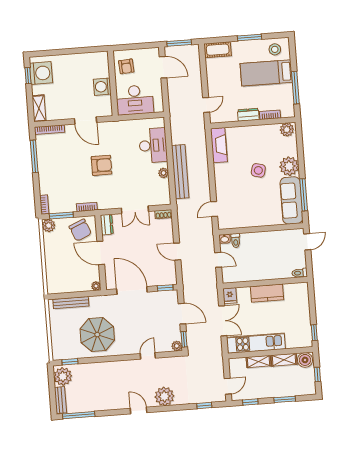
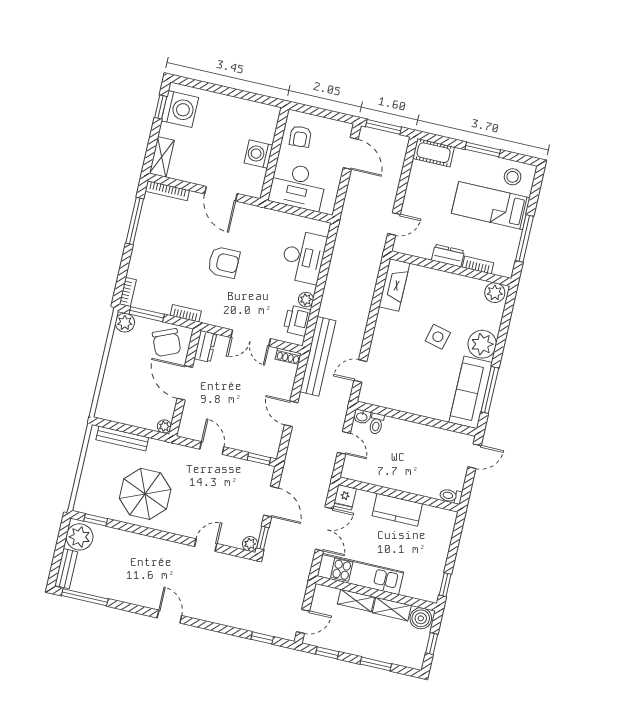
bench: (180, 172) -> (318, 356), moved
printer: (162, 189) -> (297, 321), added
door: (132, 290) -> (212, 448), width x0.53
plant: (164, 396) -> (211, 608), removed

